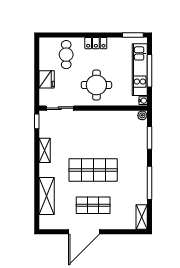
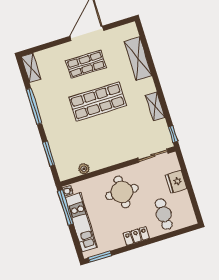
window: (150, 71) -> (65, 207), moved
plant: (142, 115) -> (84, 169), moved

